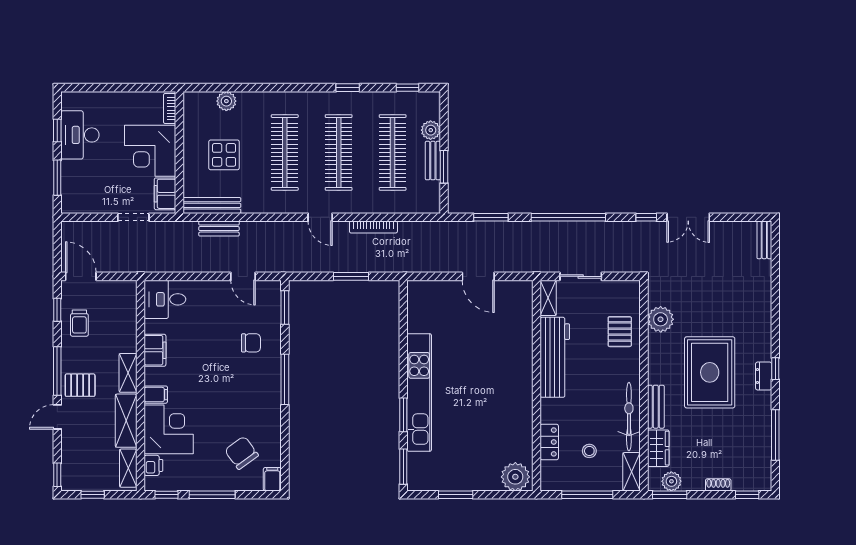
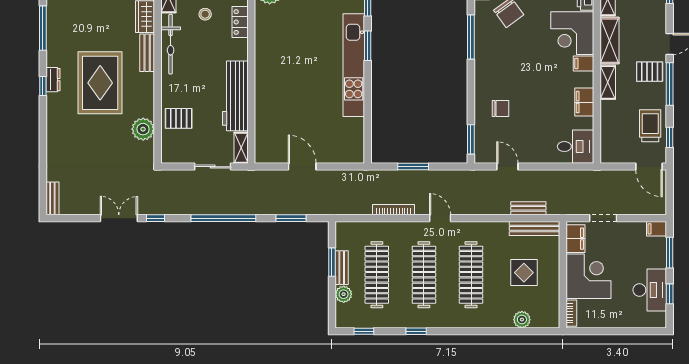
filing cabinet: (72, 205) -> (656, 229), added
trolley: (79, 323) -> (650, 126), width x1.36, depth x1.39
pallet: (620, 332) -> (179, 118), turned 90
chair: (251, 343) -> (500, 108), turned 180
window: (285, 379) -> (471, 37), moved

